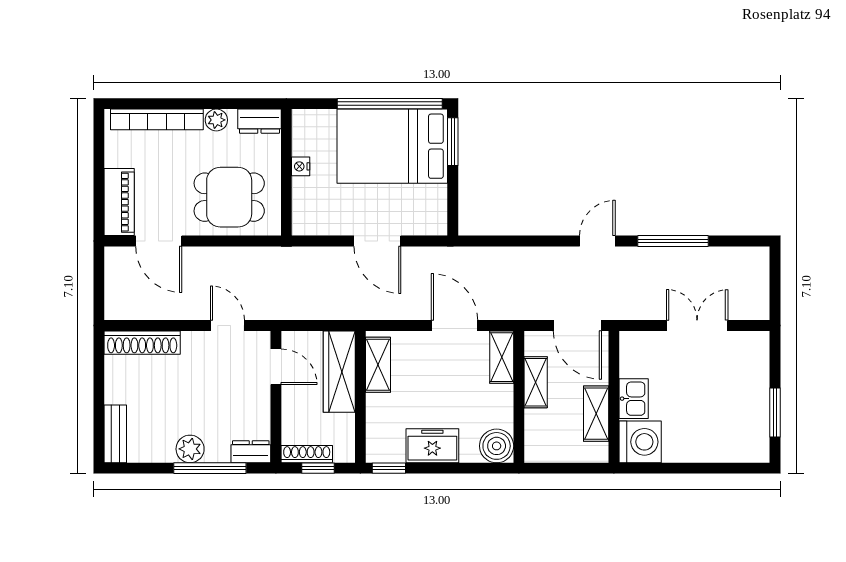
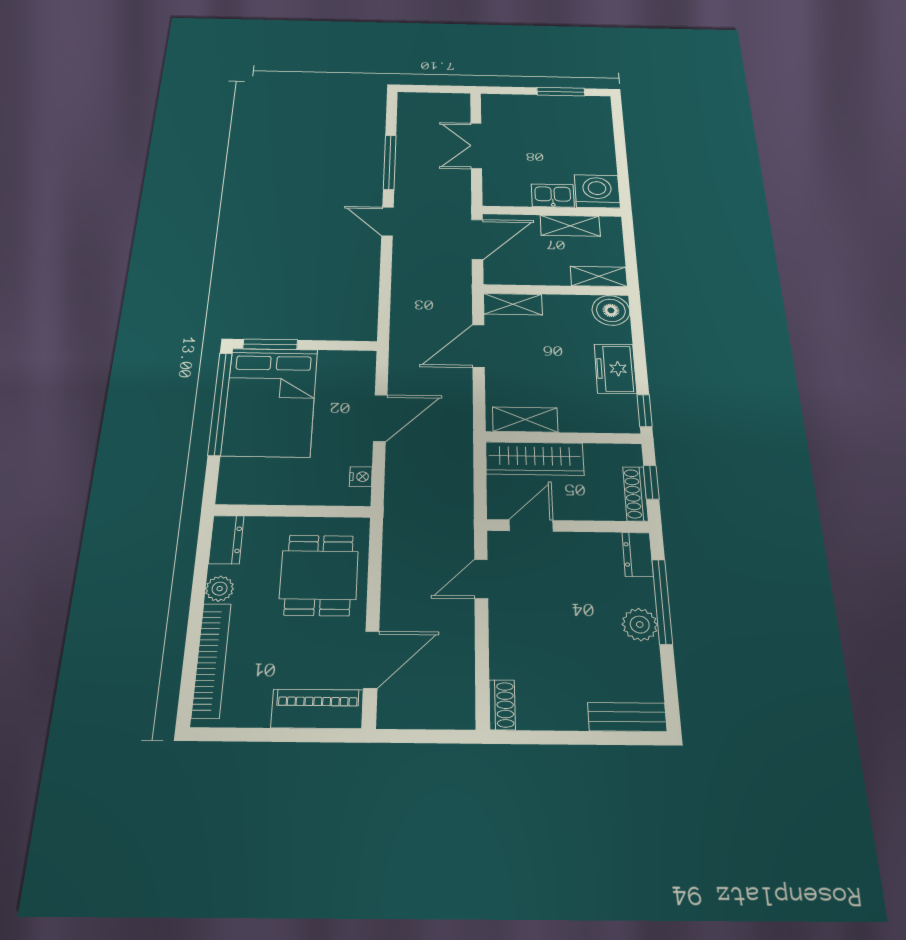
nightstand: (301, 166) -> (361, 477), moved, turned -90
shoe rack: (142, 343) -> (502, 705), width x0.51, depth x0.81
shelving: (536, 382) -> (599, 276), moved

